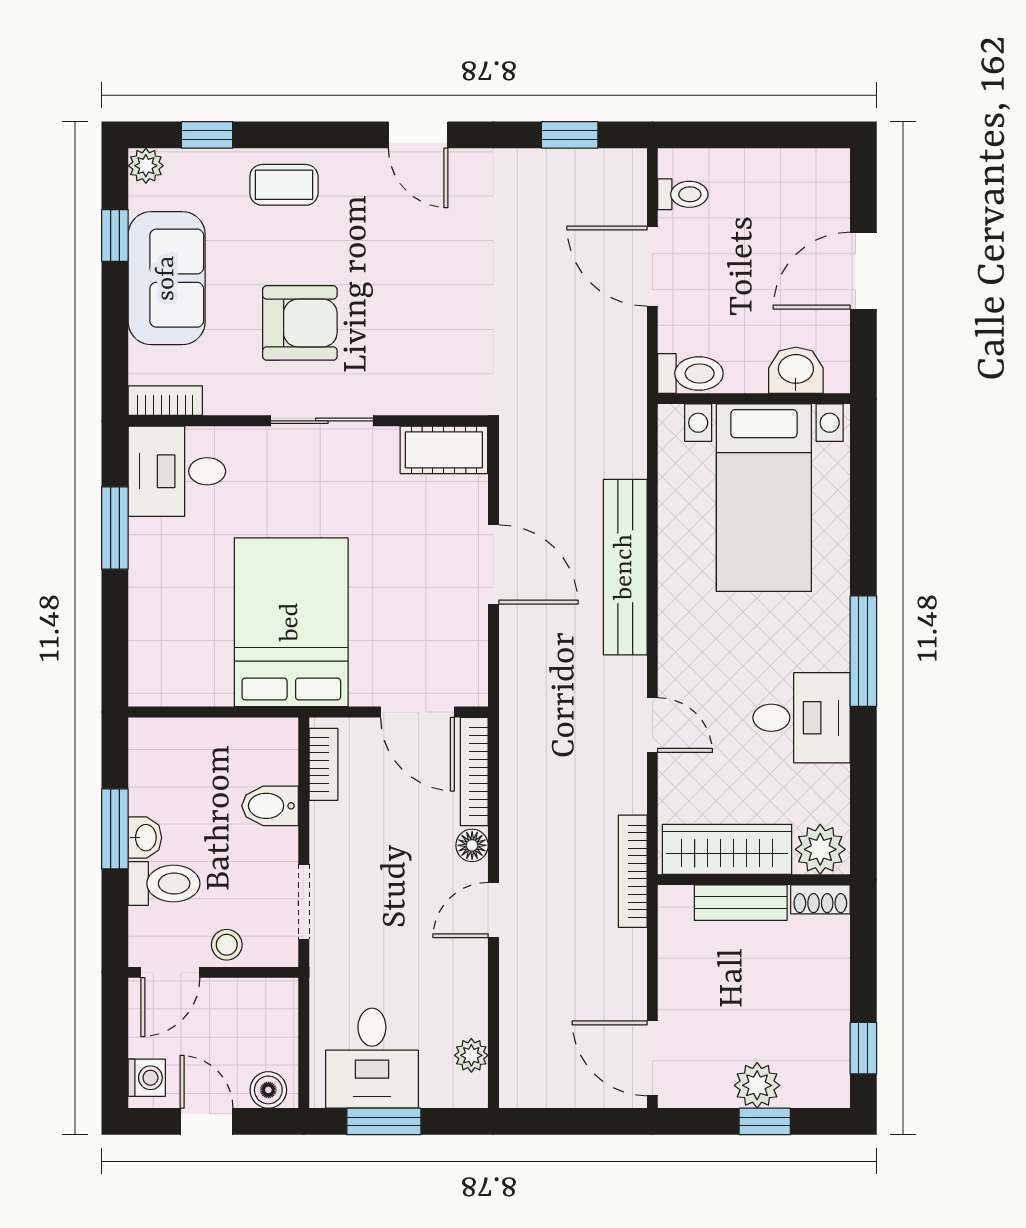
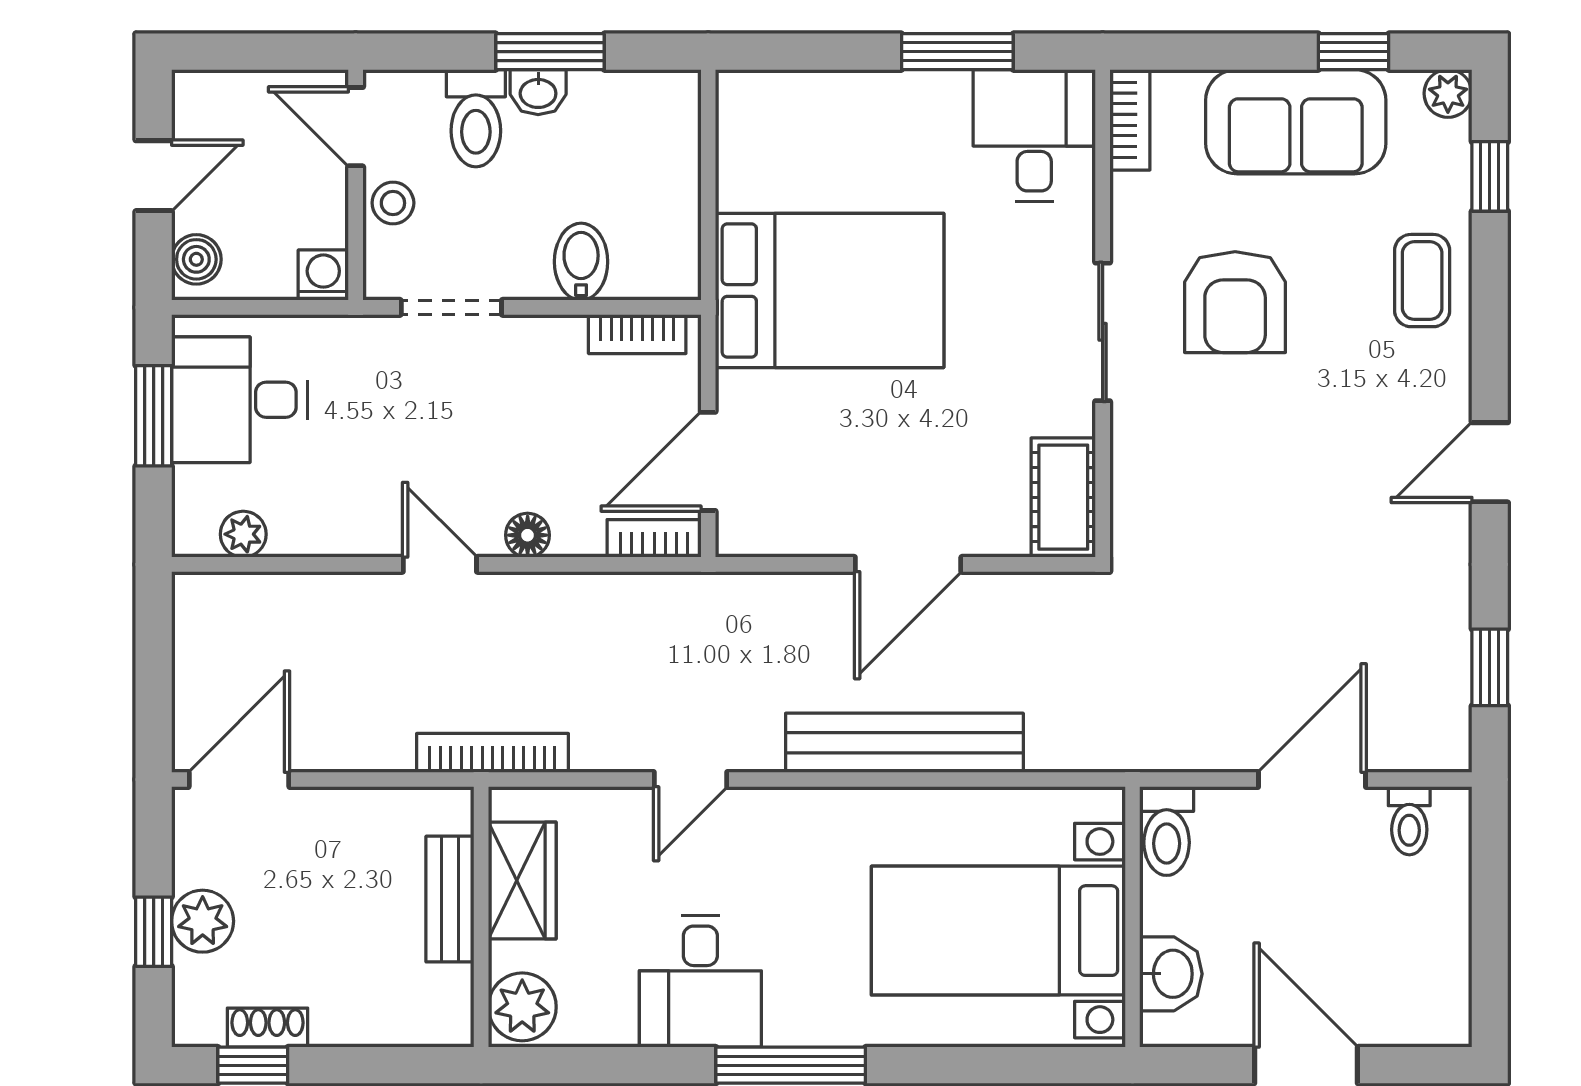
bookcase: (474, 771) -> (654, 538), width x0.64
wardrobe: (727, 849) -> (522, 880), width x0.67
shoe rack: (820, 899) -> (268, 1028), moved, turned 90
washing machine: (147, 1078) -> (323, 275), moved, turned 180

